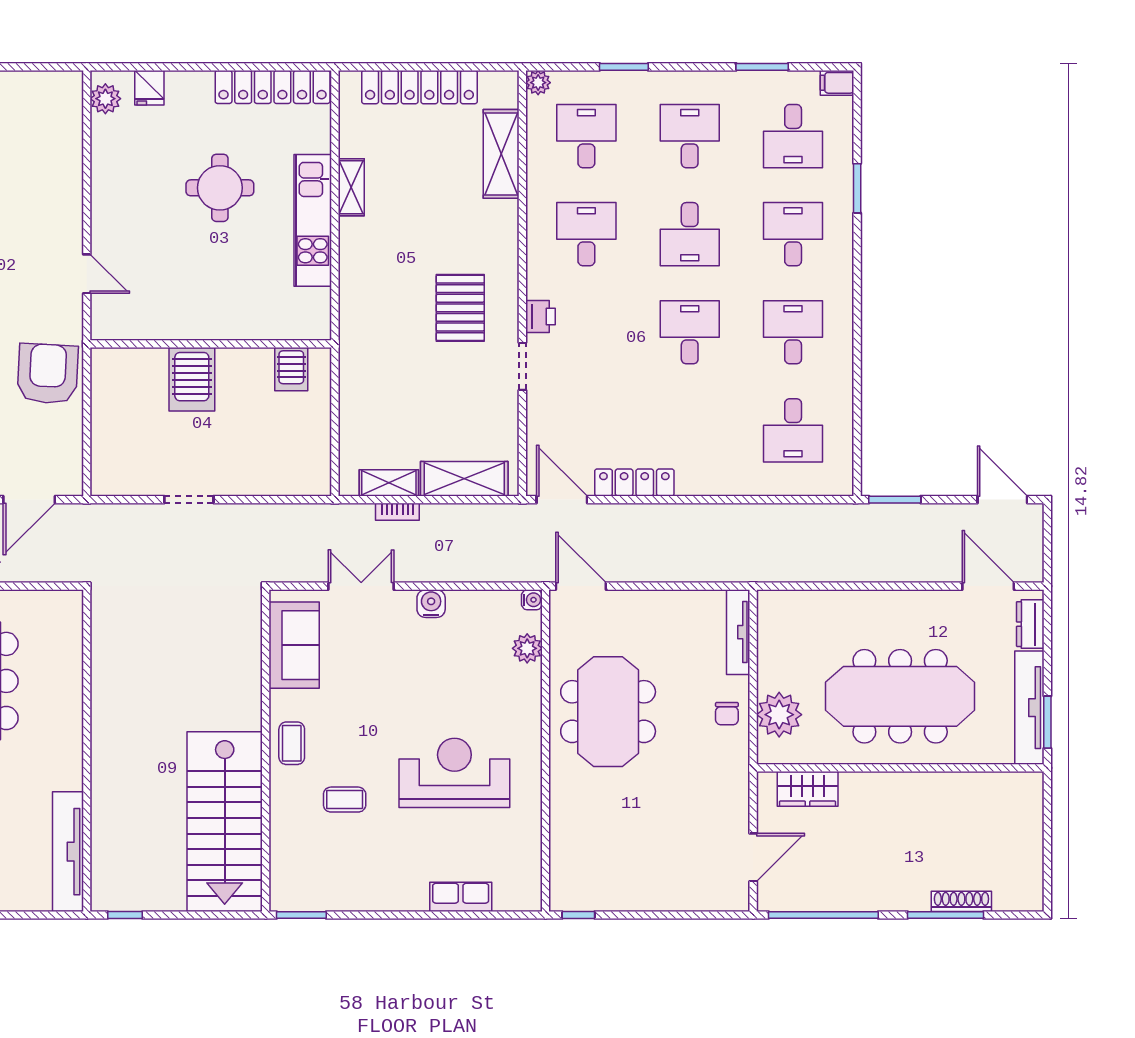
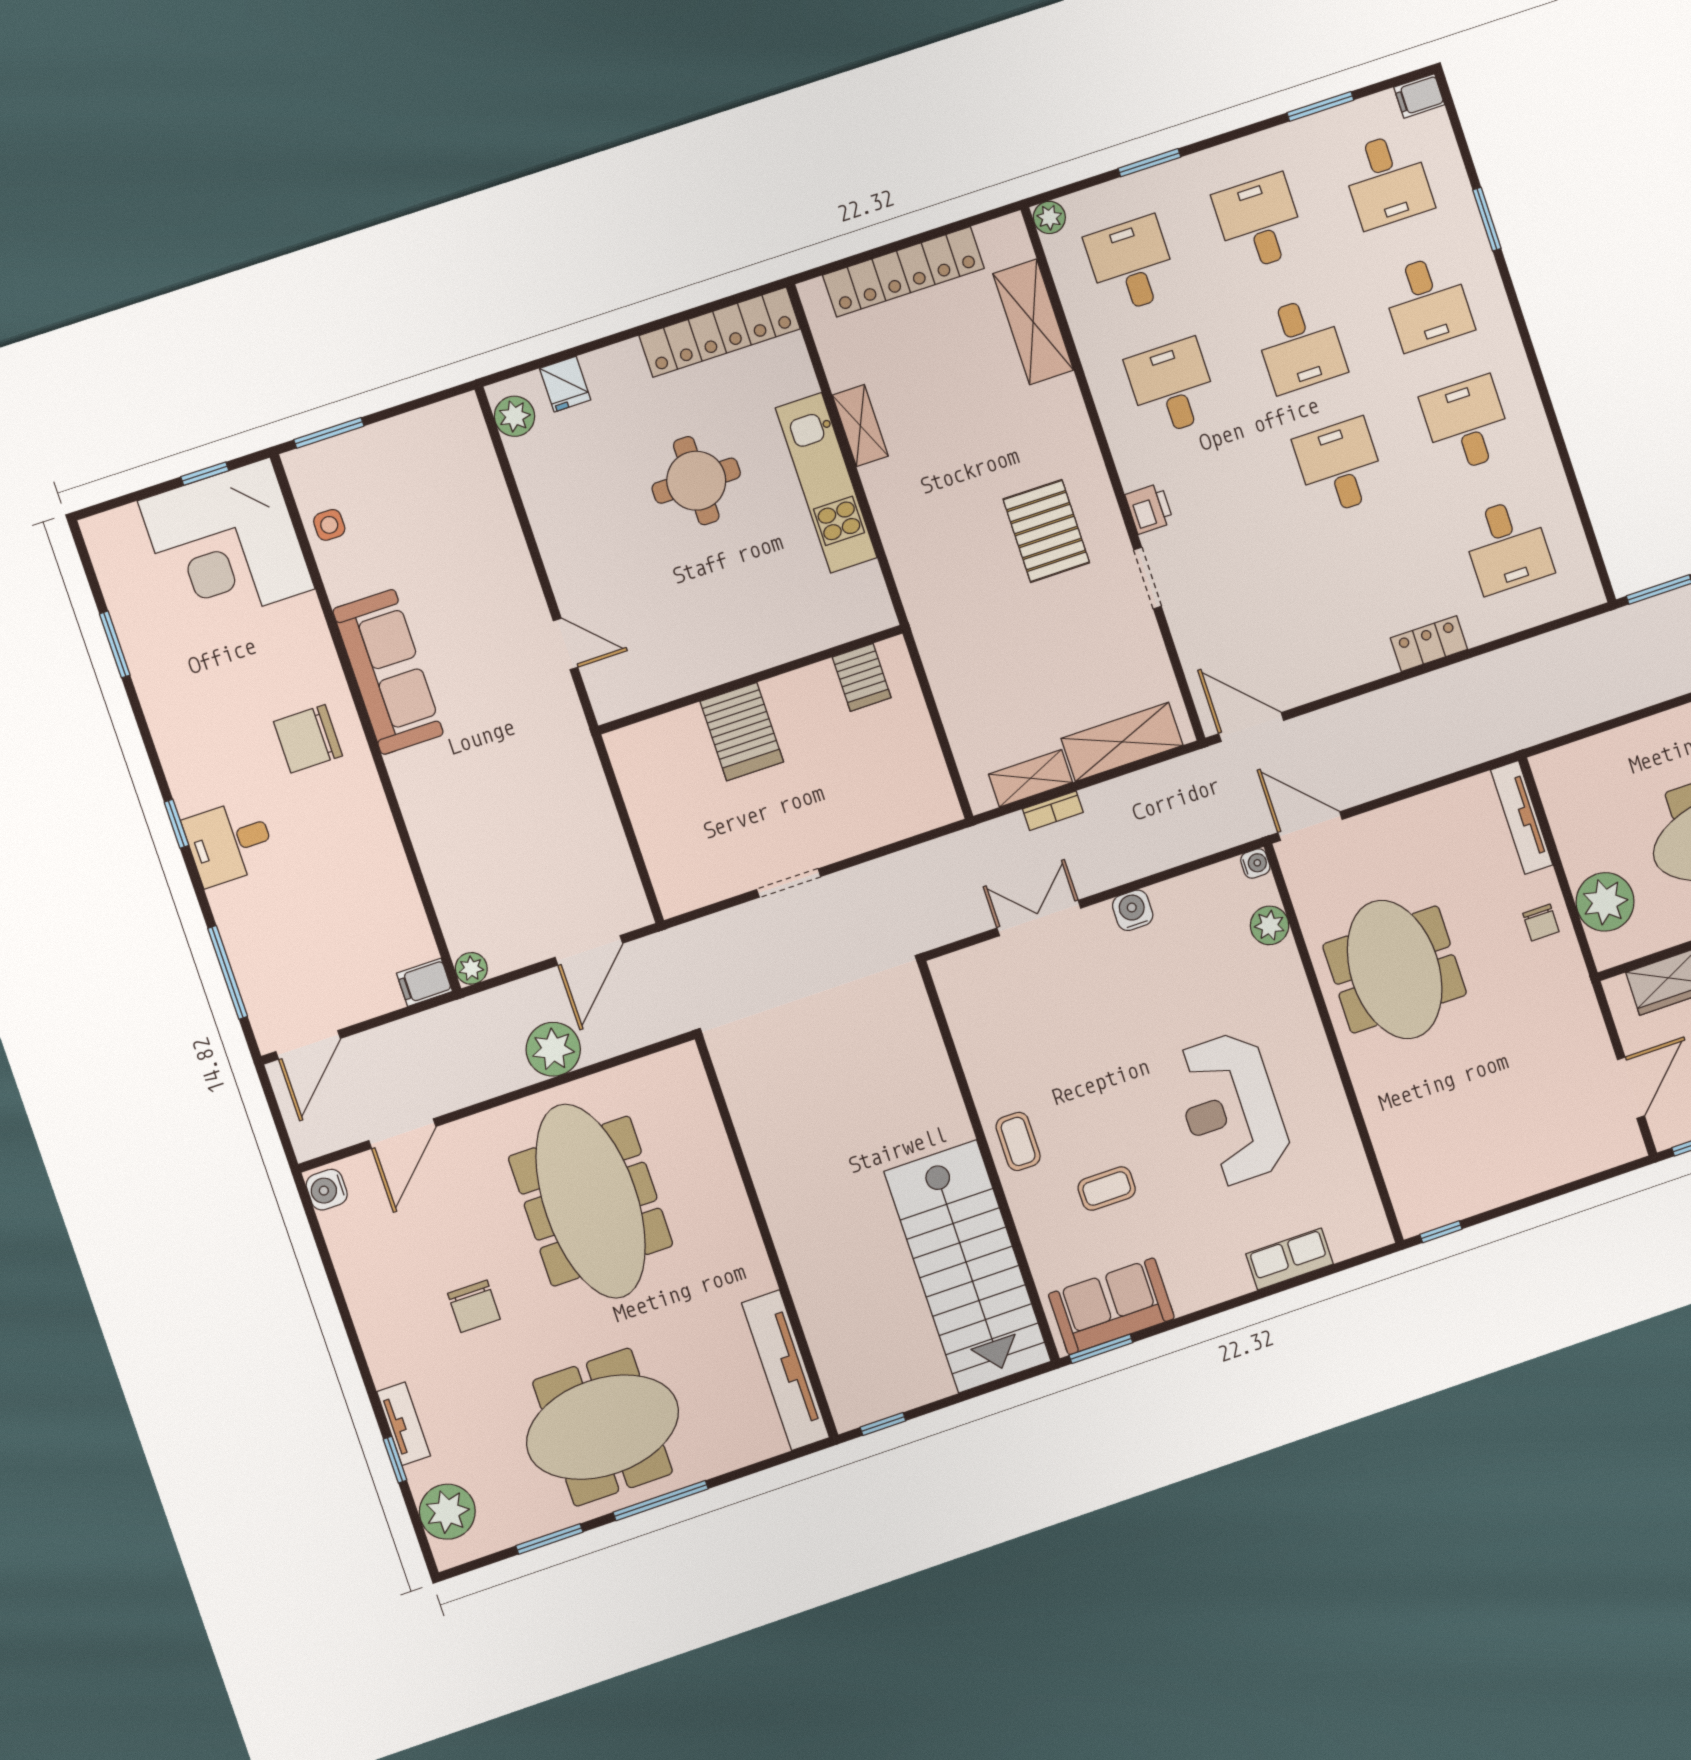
desk: (793, 234) -> (1427, 302), turned 180
armchair: (48, 374) -> (559, 785), removed
locker: (634, 482) -> (1429, 644), moved, width x0.66
sofa: (294, 645) -> (1111, 1306), moved, turned -90
reception desk: (454, 773) -> (1231, 1109), turned -90

